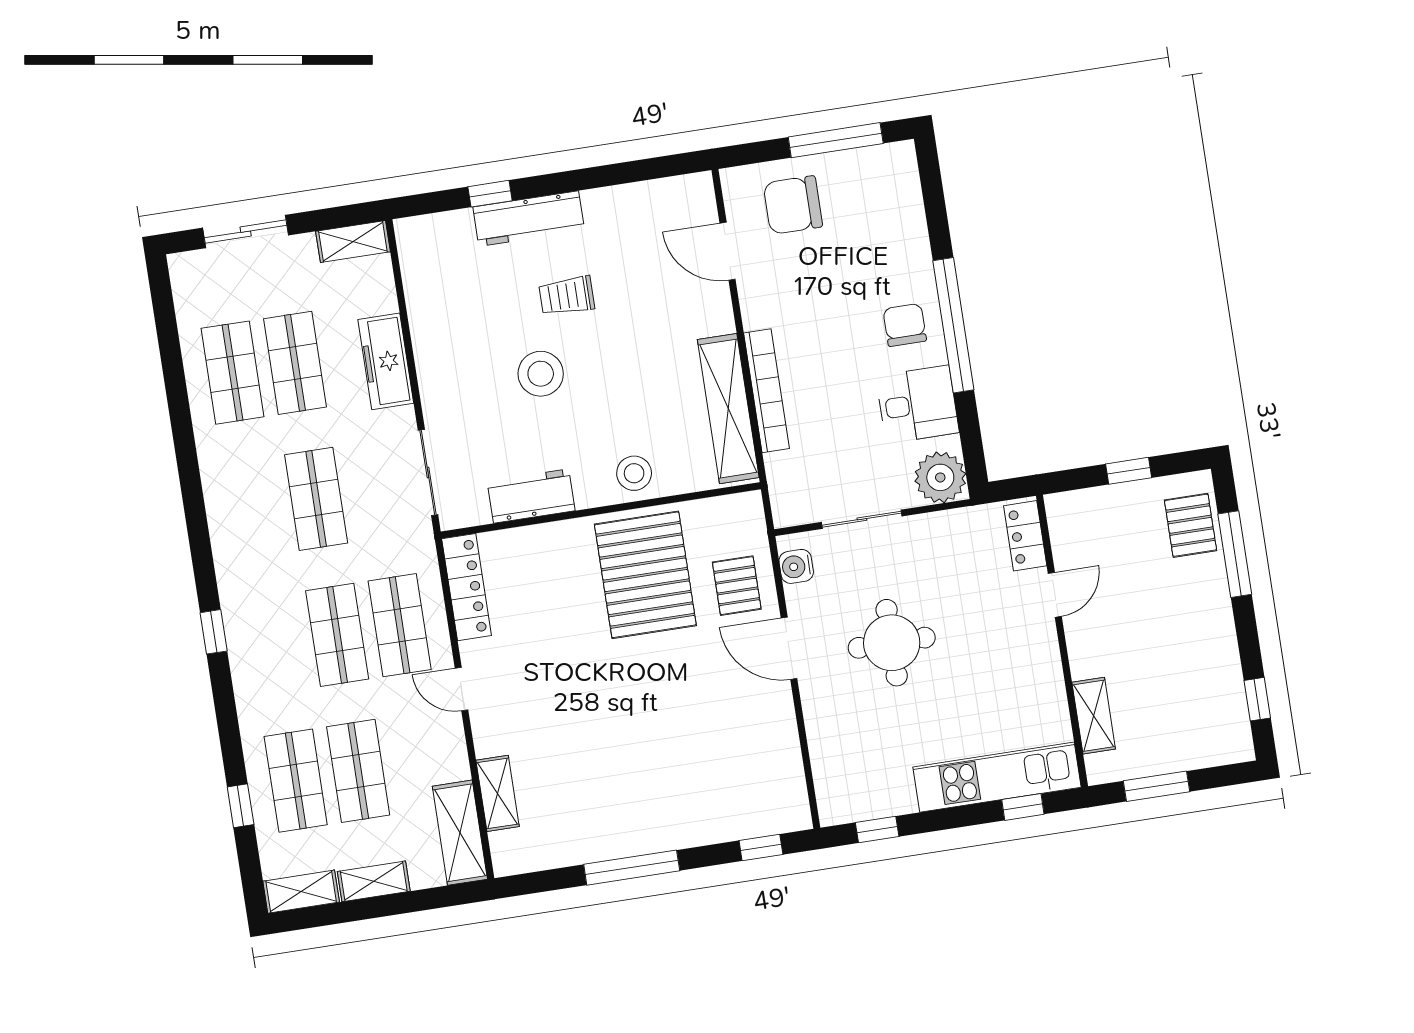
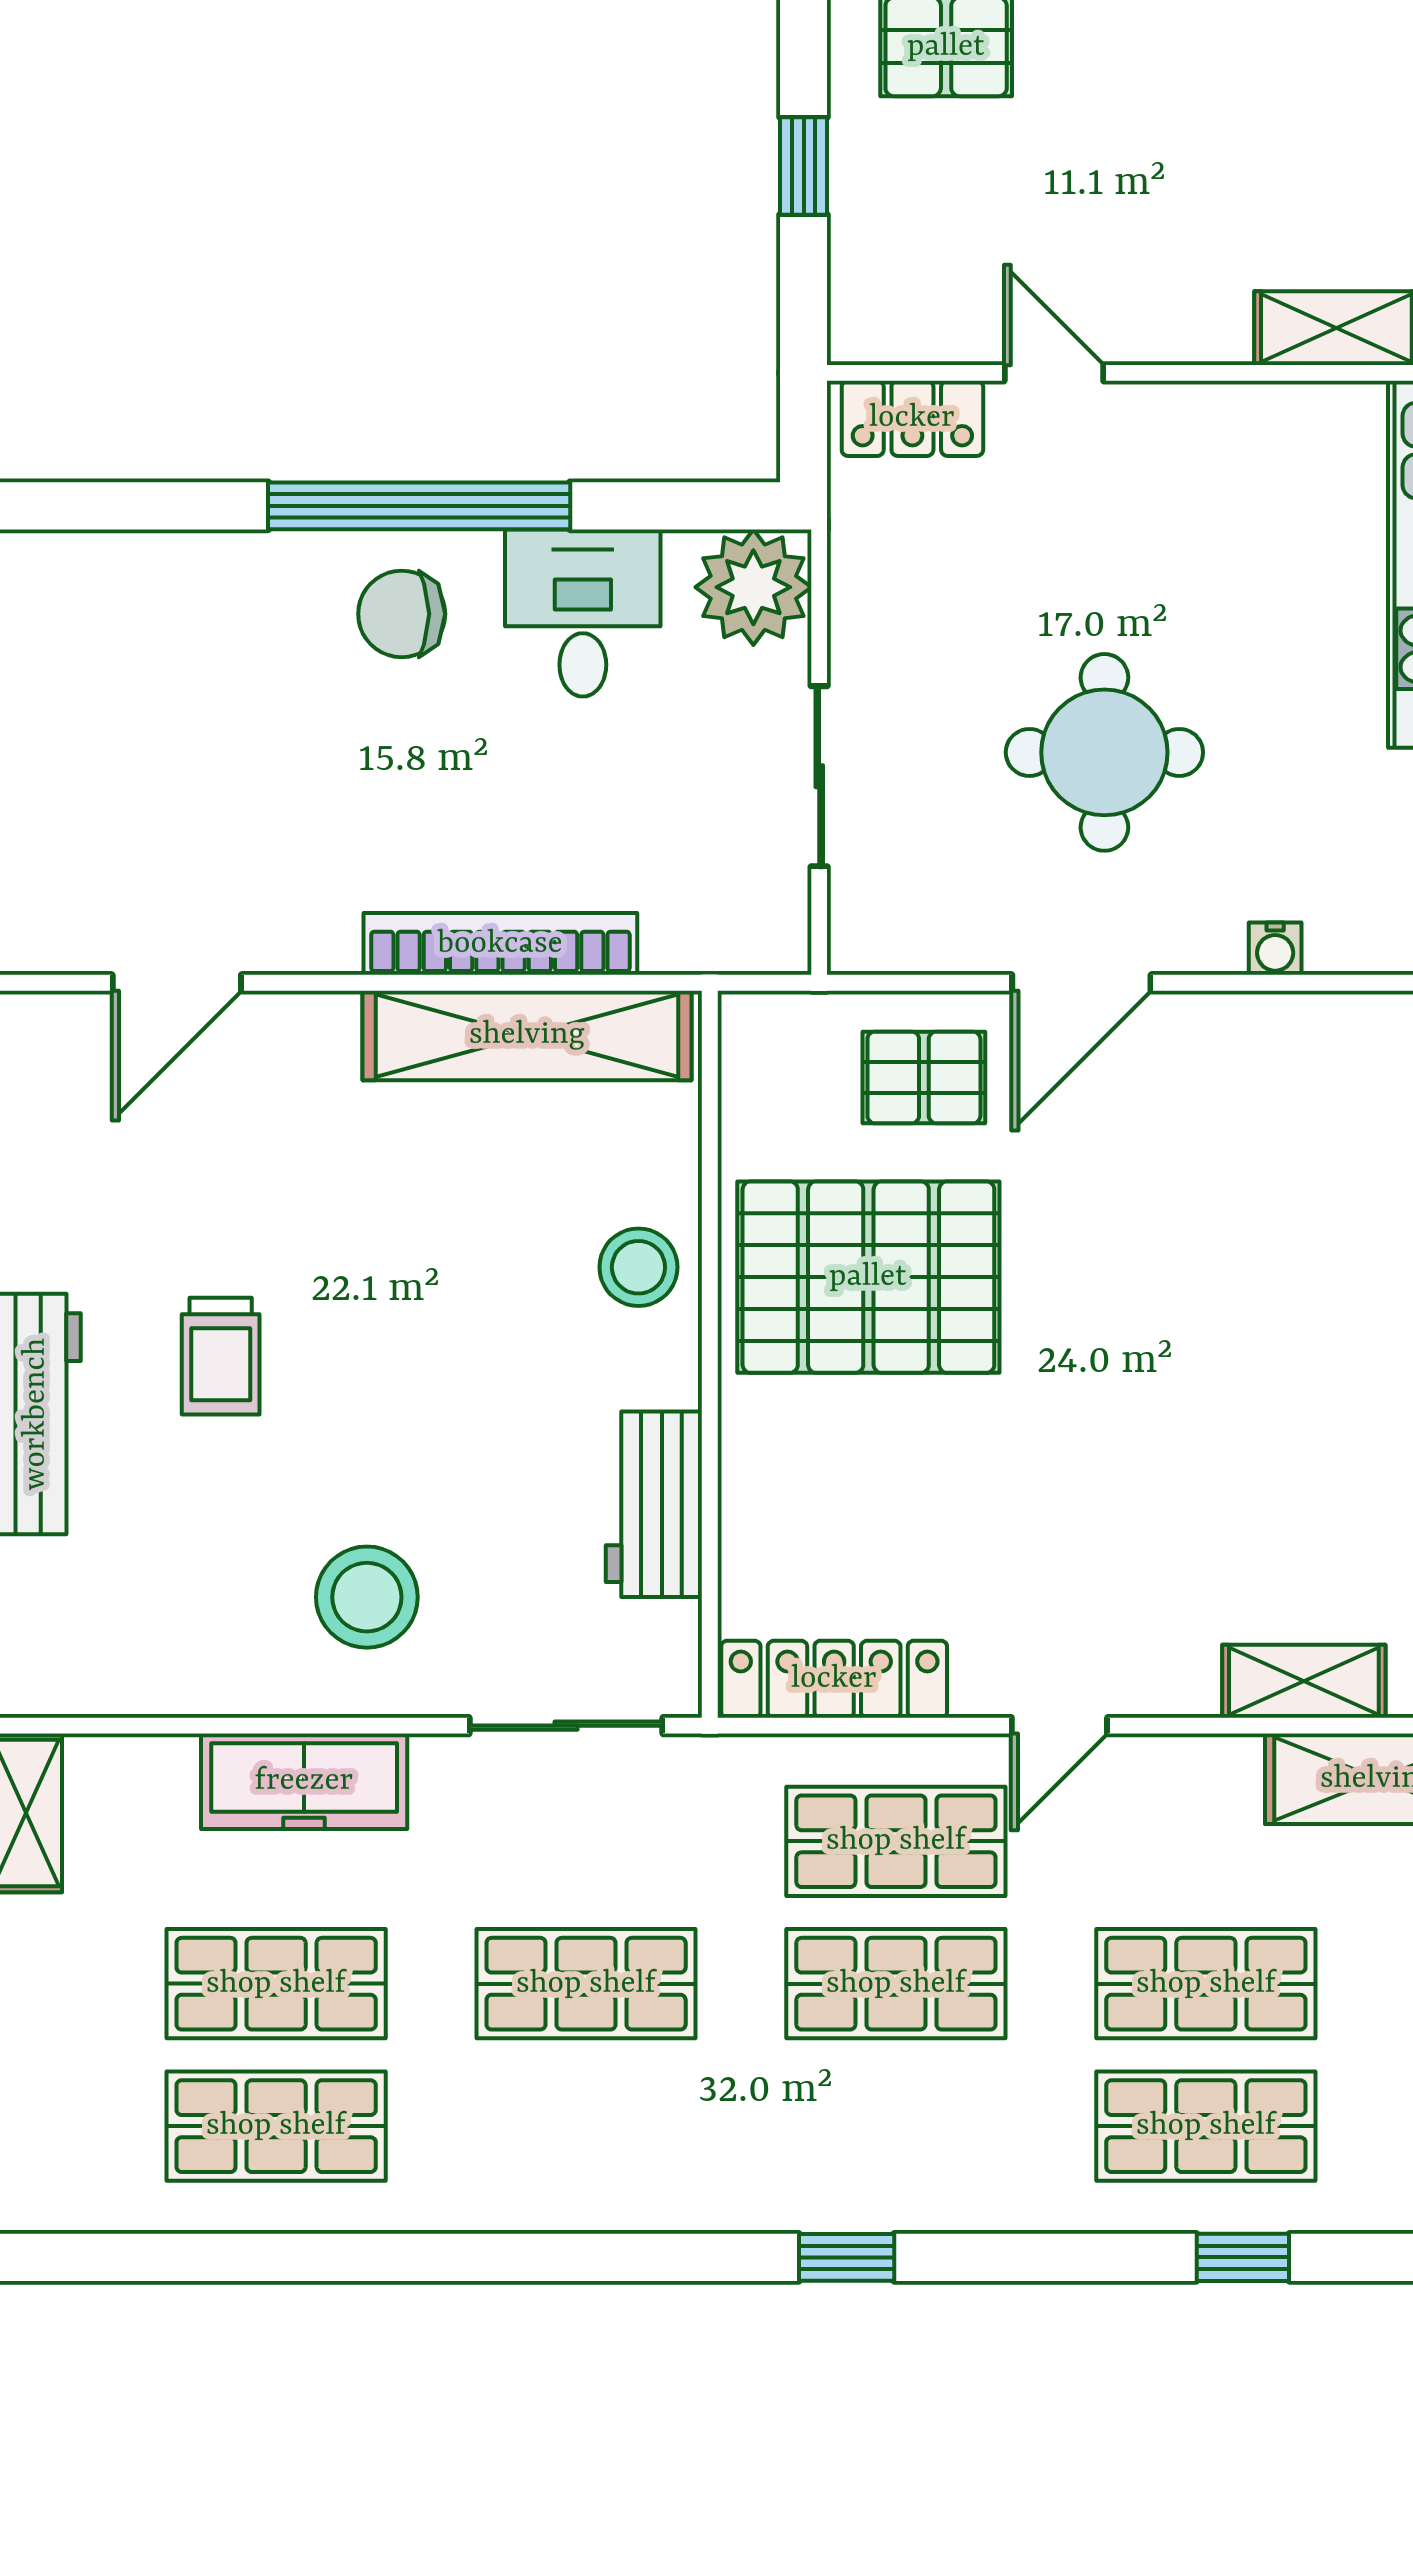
chair: (793, 205) -> (96, 821), removed
stool: (541, 374) -> (367, 1597), moved
water cooler: (796, 566) -> (1275, 949), moved, width x0.72, depth x0.72

